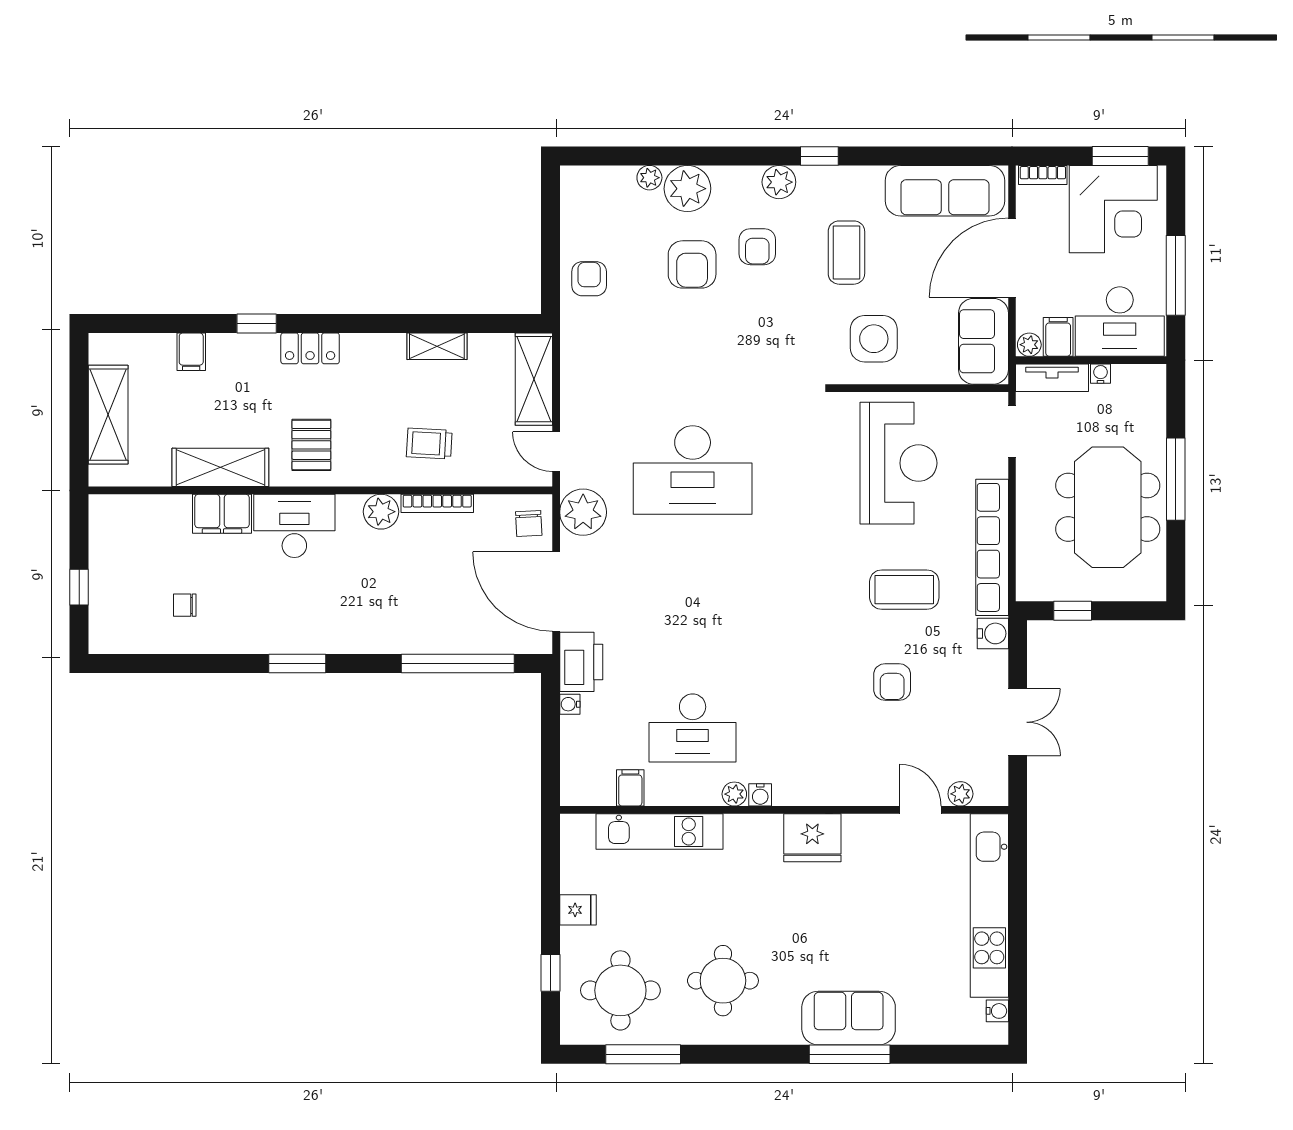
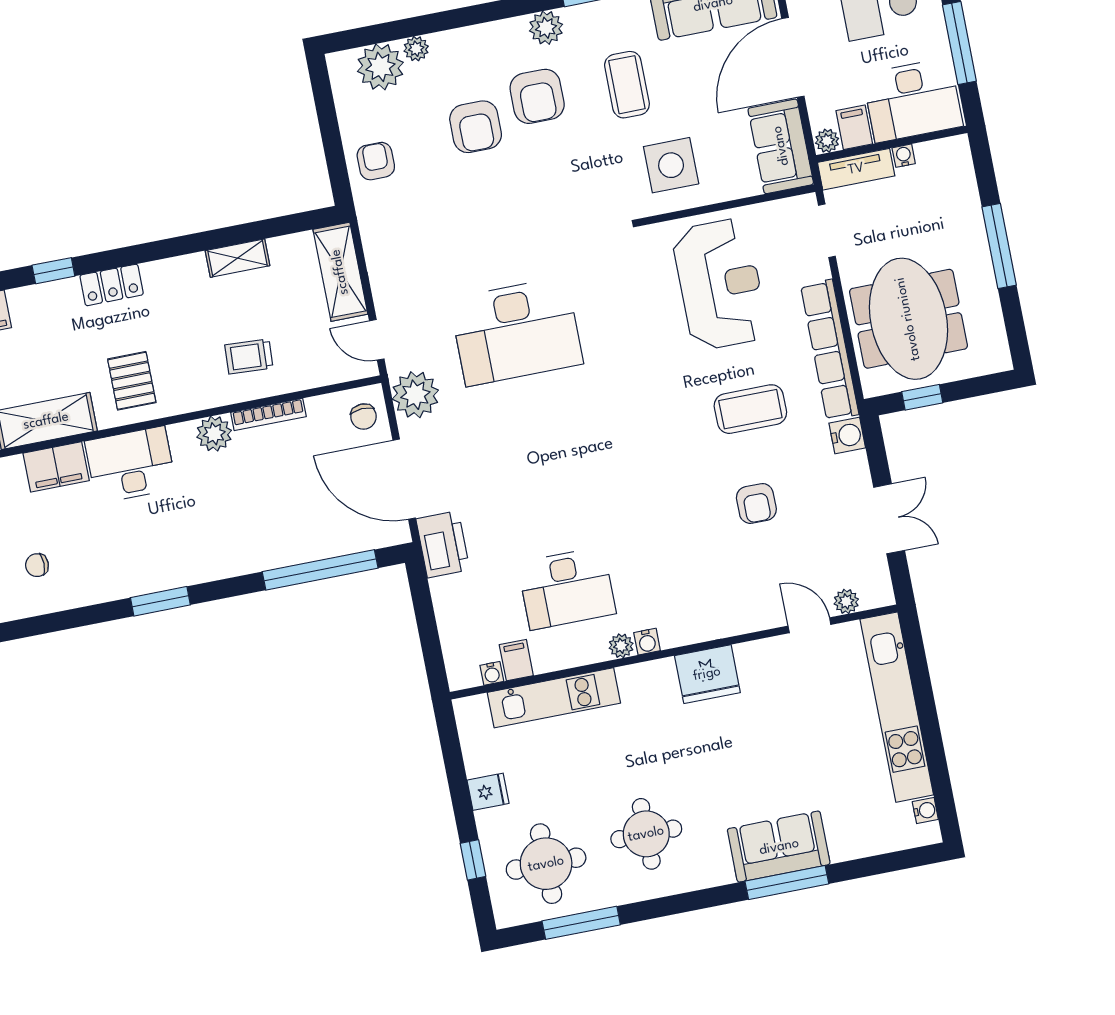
plant: (687, 189) -> (380, 67), moved
armchair: (757, 247) -> (537, 96), width x1.38, depth x1.38
meeting table: (1108, 507) -> (908, 319), moved
water cooler: (570, 704) -> (492, 673), moved, turned -90

